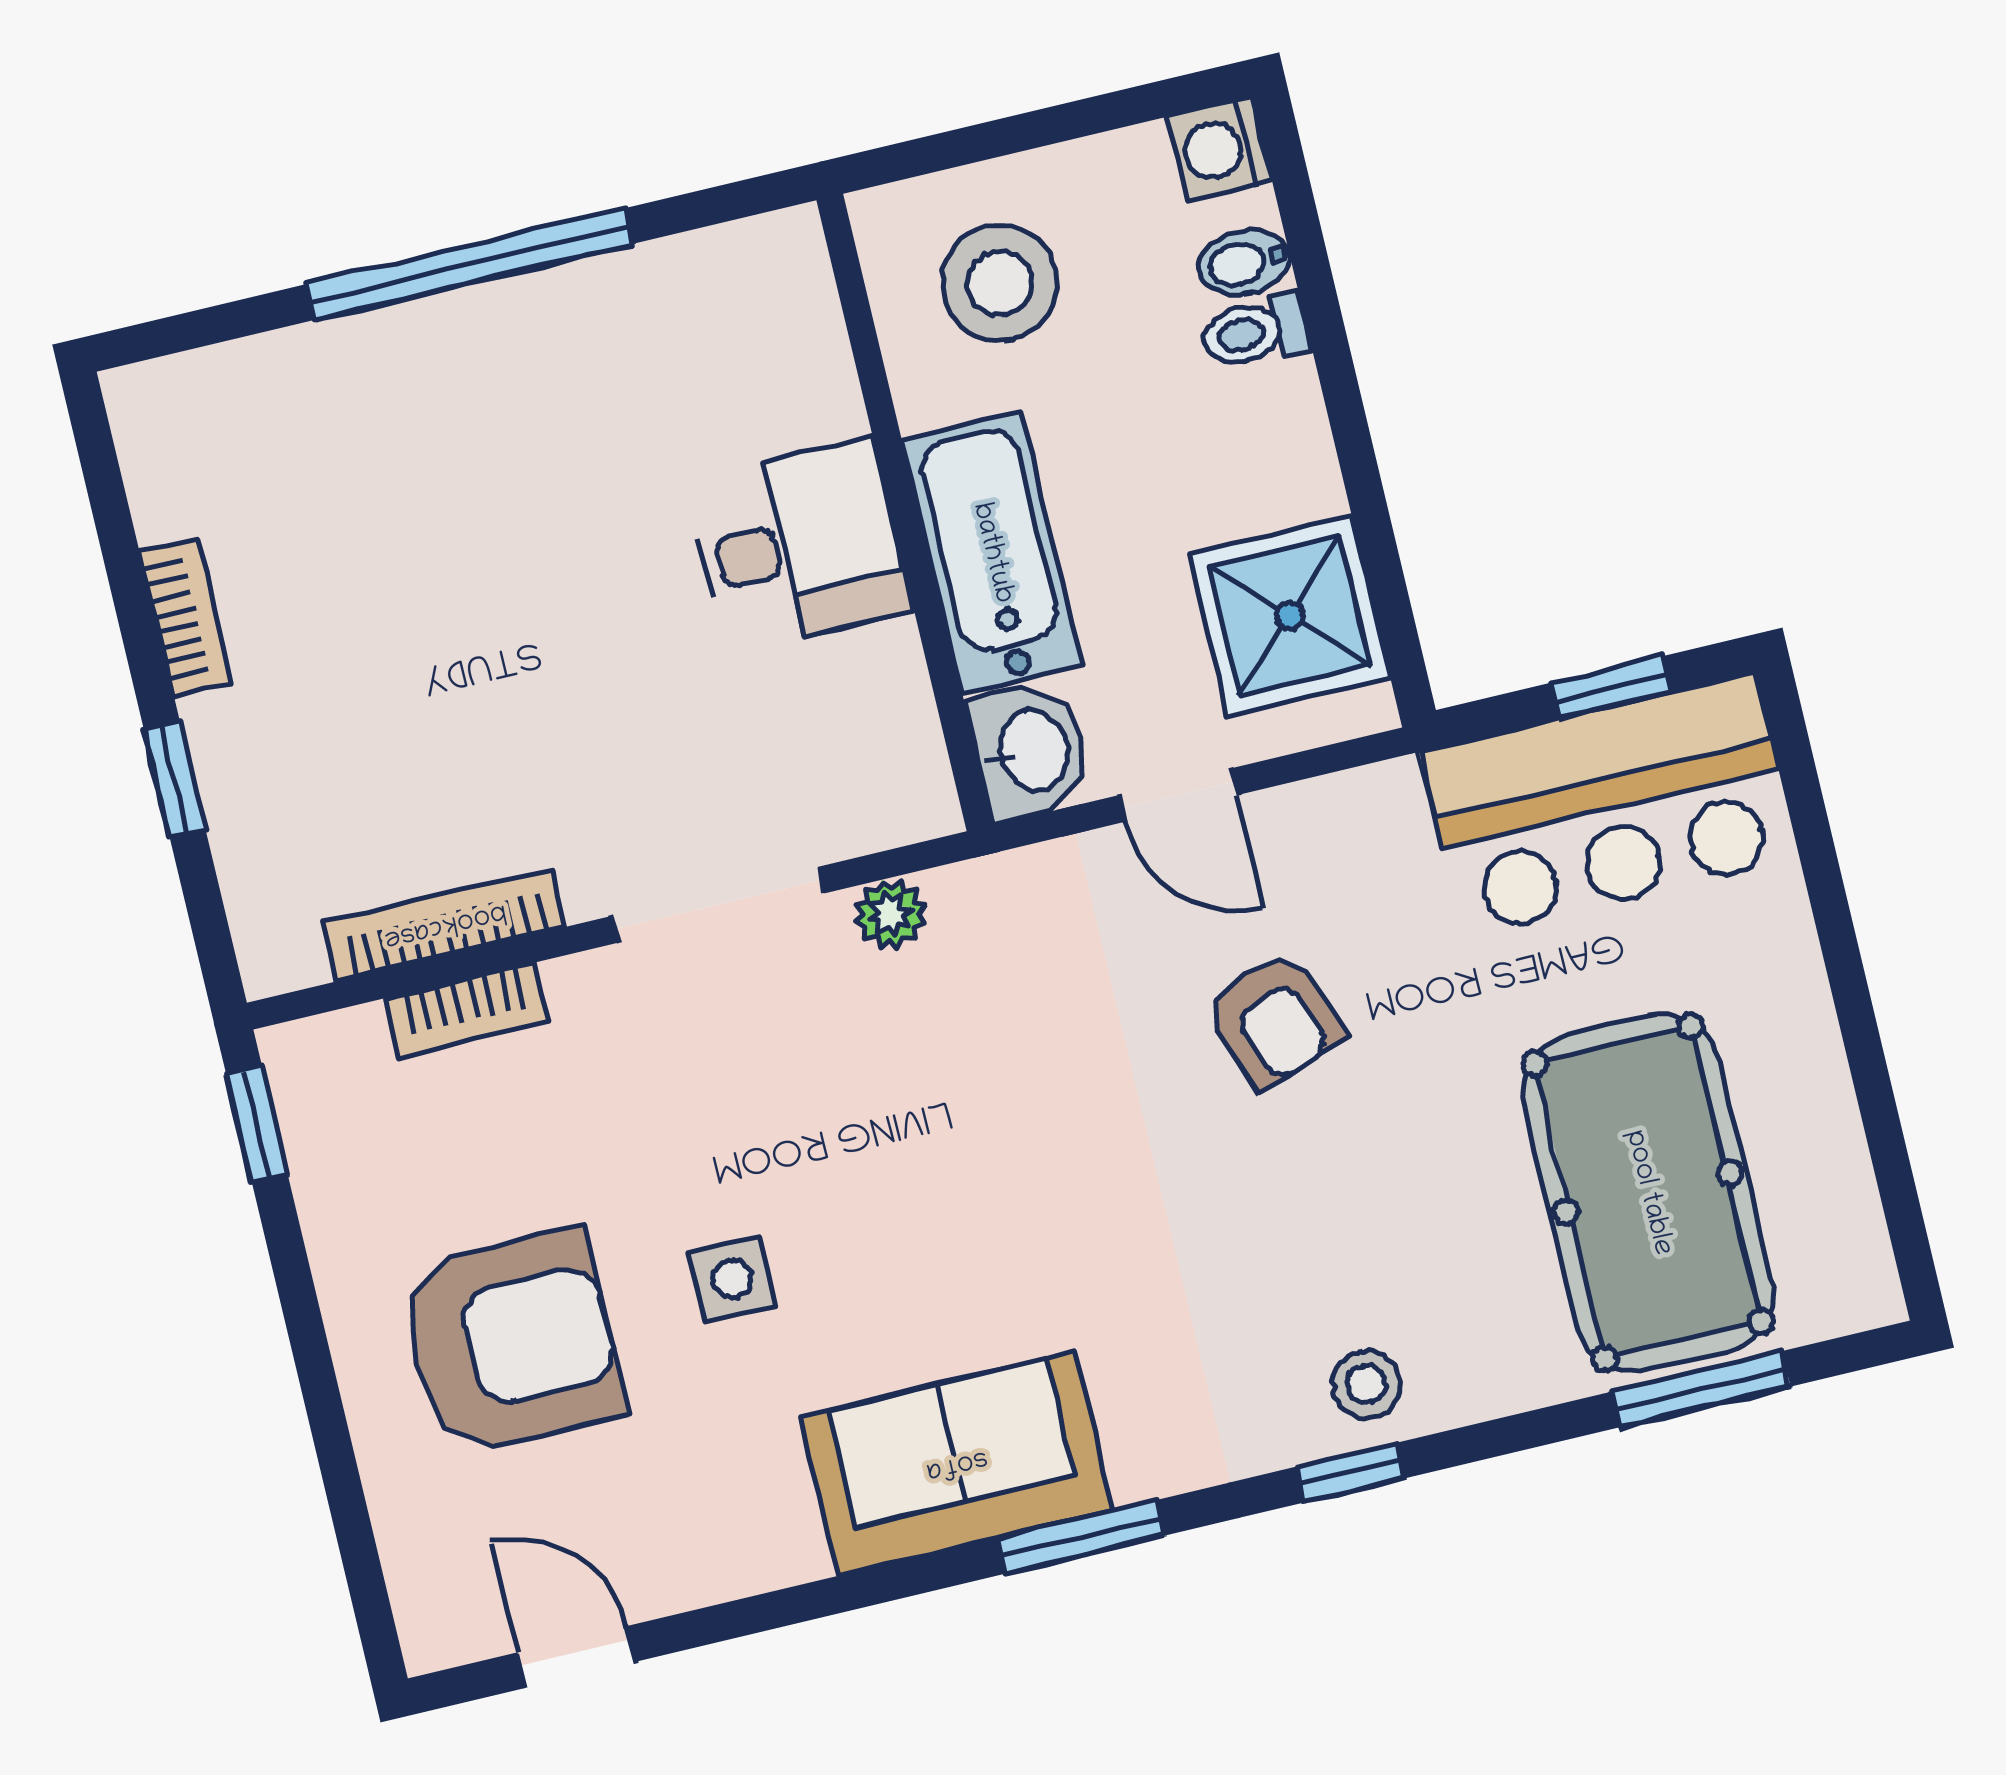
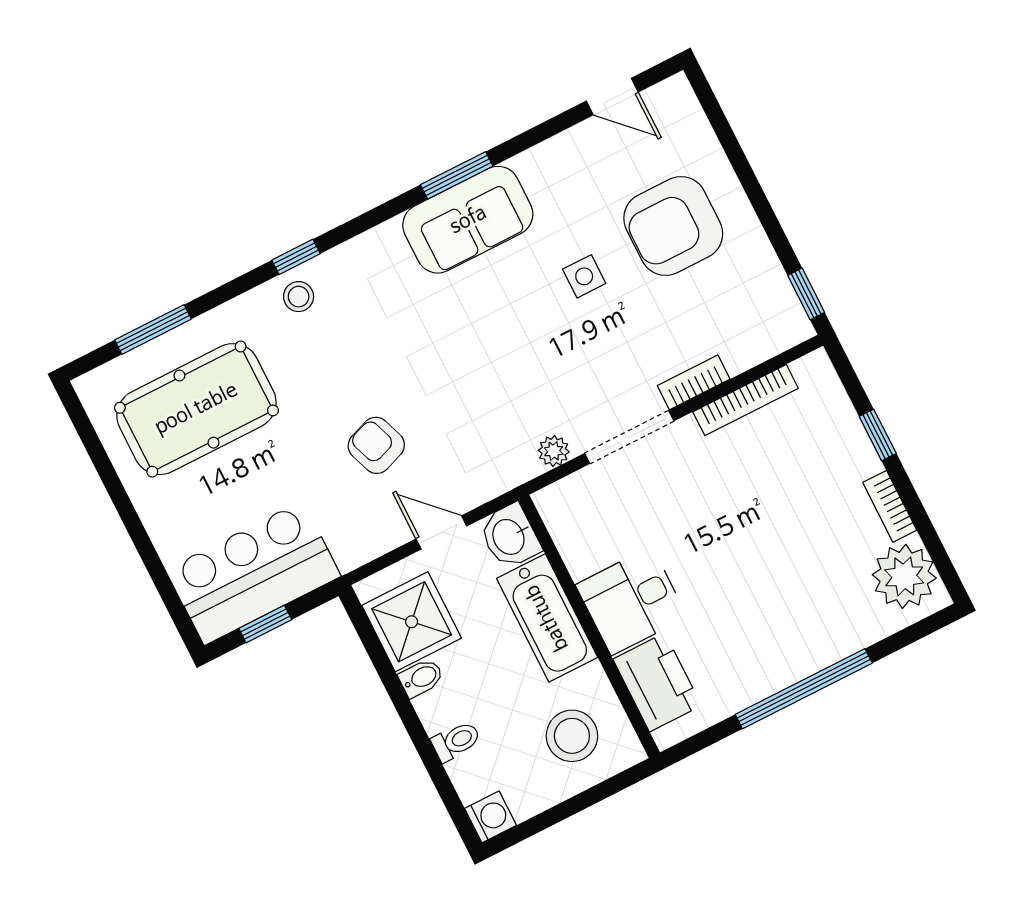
bidet: (1244, 262) -> (421, 678), moved
printer: (786, 355) -> (657, 682), added
plant: (191, 457) -> (904, 576), added
bookcase: (467, 1010) -> (694, 382), moved
pool table: (1648, 1193) -> (196, 409), turned 90
window: (1081, 1537) -> (457, 175), moved

